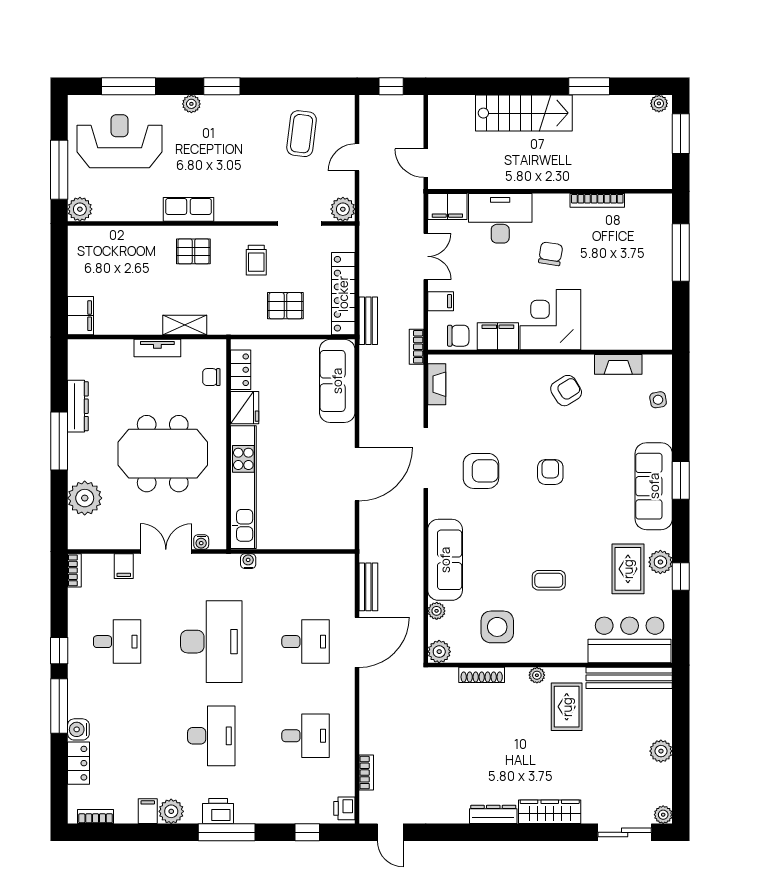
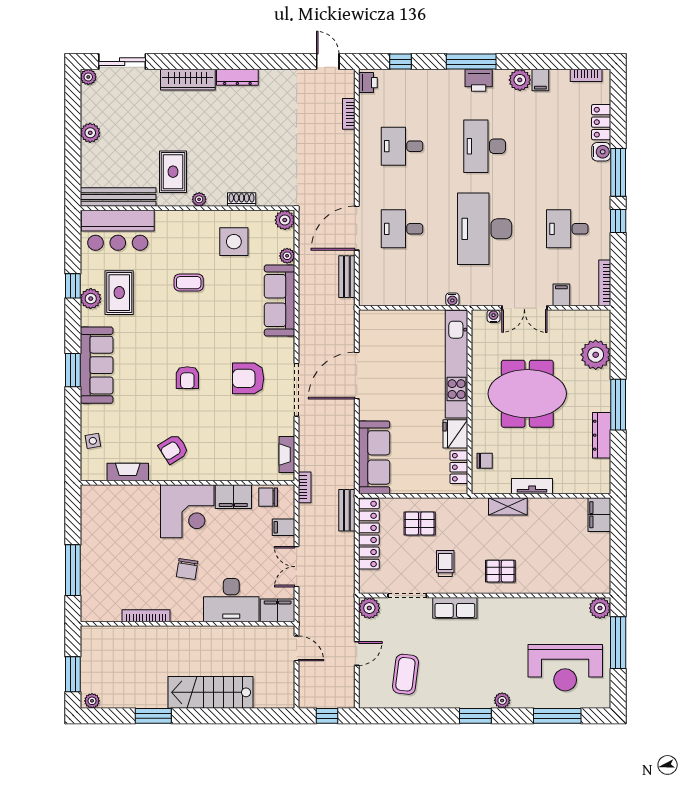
row of seats: (188, 209) -> (455, 608), moved
bookcase: (74, 570) -> (605, 283), width x1.56
shoe rack: (482, 675) -> (242, 199), width x0.70

